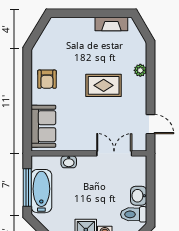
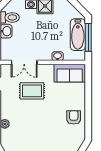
rug: (104, 85) -> (32, 91), moved
sofa: (43, 126) -> (70, 73), moved, turned -90

